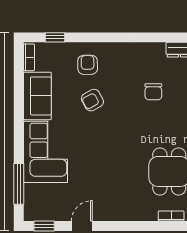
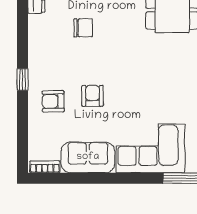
window: (55, 37) -> (23, 80), moved
armchair: (92, 100) -> (93, 96), turned -151

